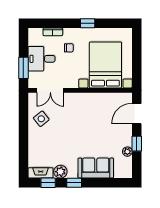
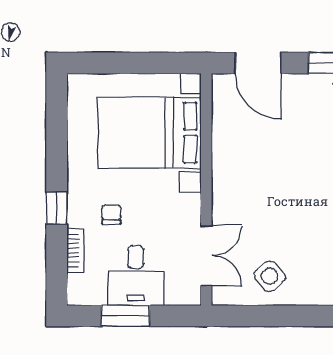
window: (88, 23) -> (57, 208), moved
window: (23, 68) -> (125, 316), moved

